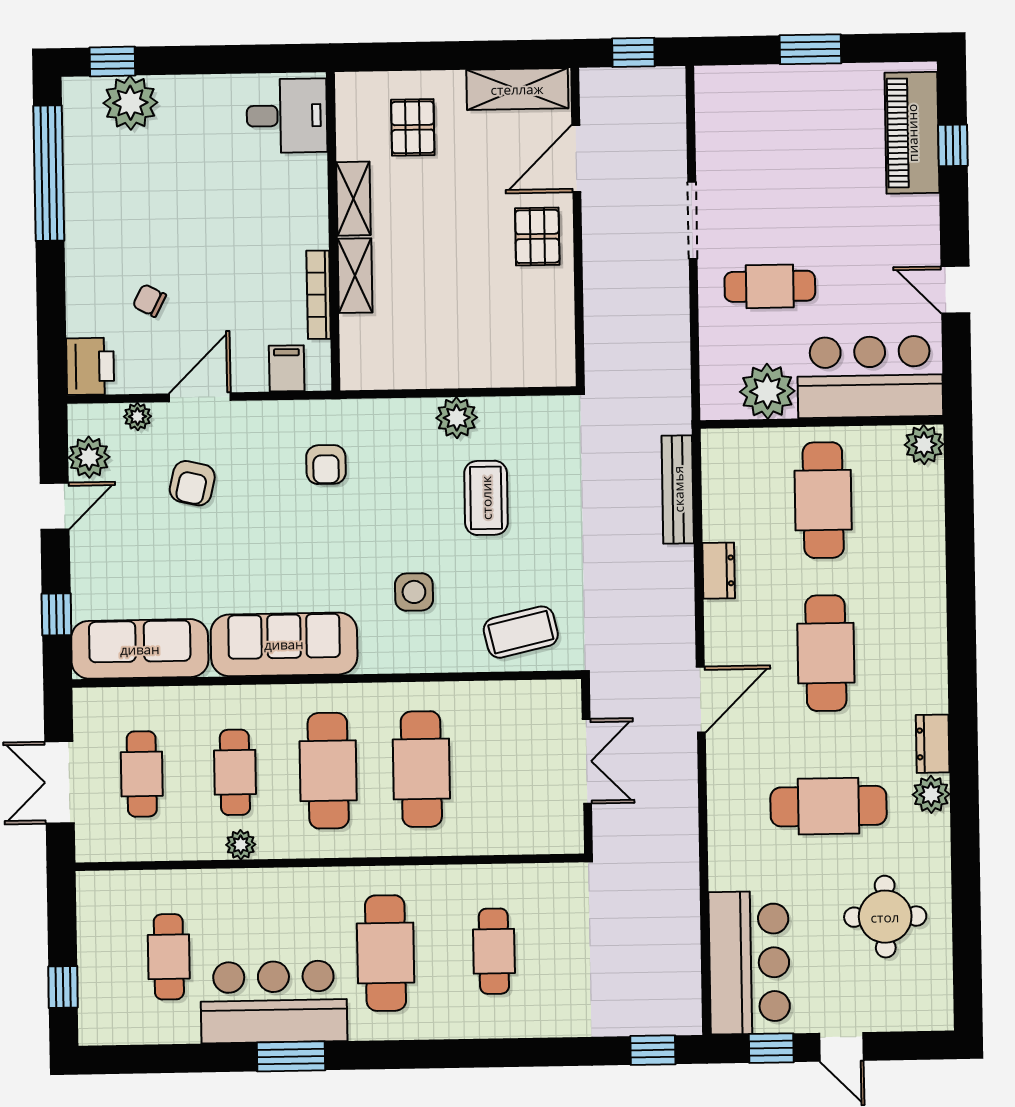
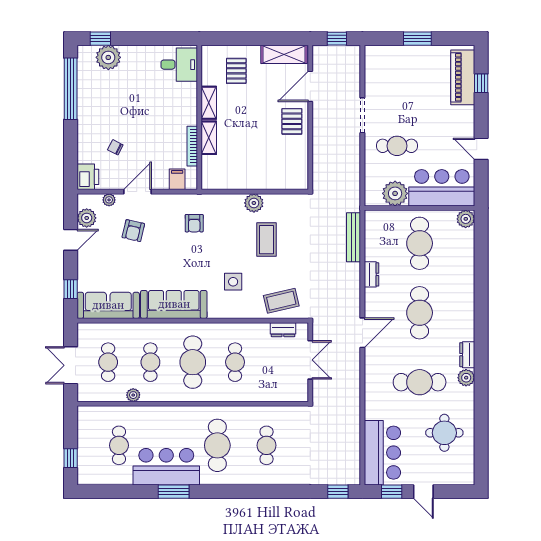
dresser: (526, 696) -> (283, 330), added
cafe table: (421, 769) -> (235, 362), width x0.73, depth x0.74
plant: (241, 845) -> (133, 395), moved

